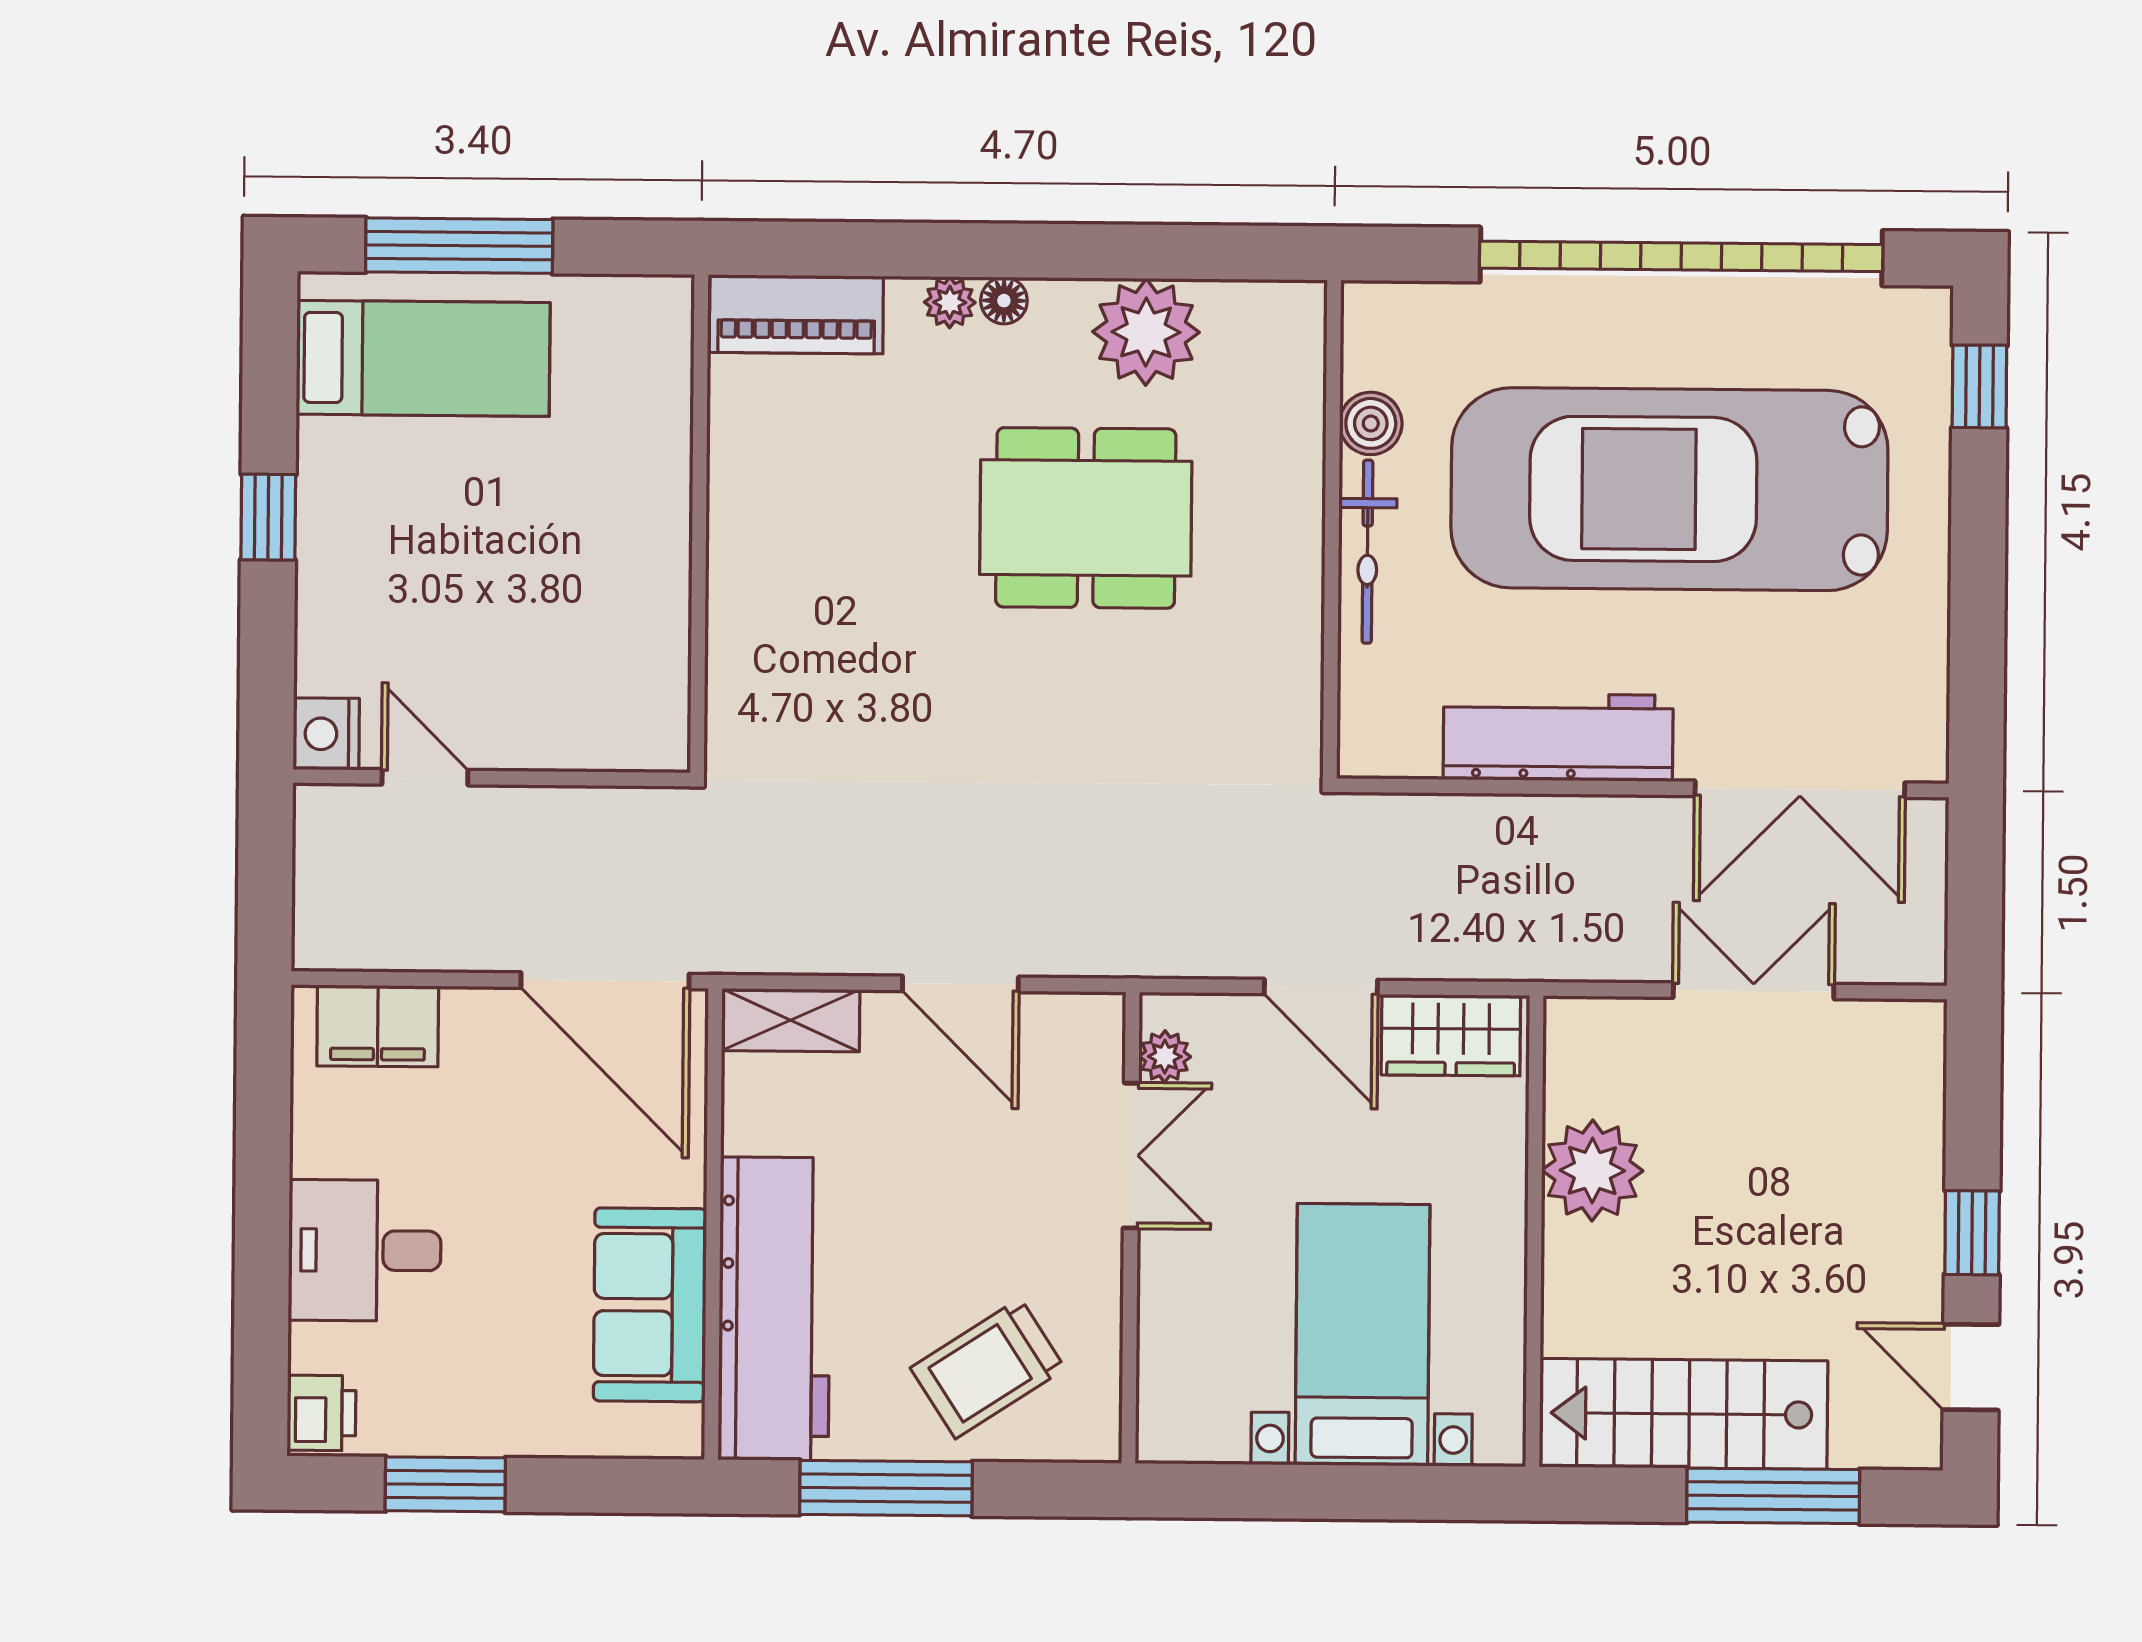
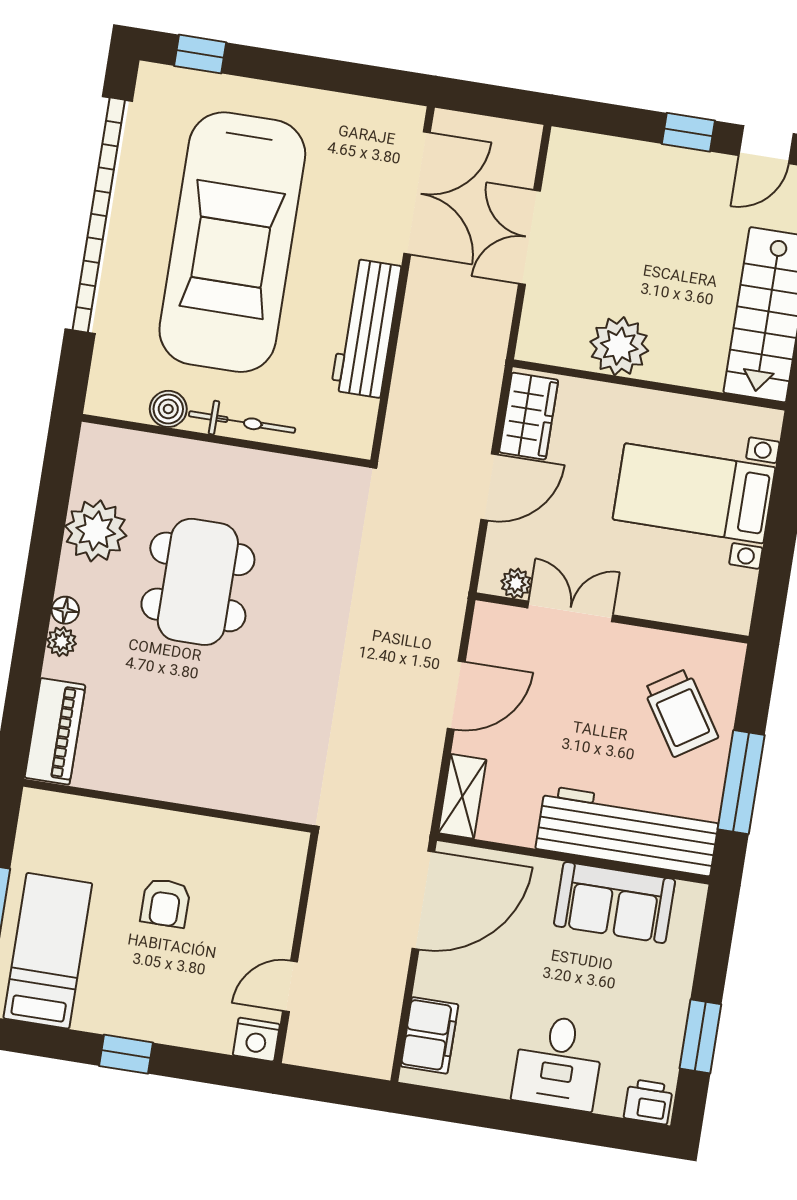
armchair: (534, 545) -> (165, 903), added

